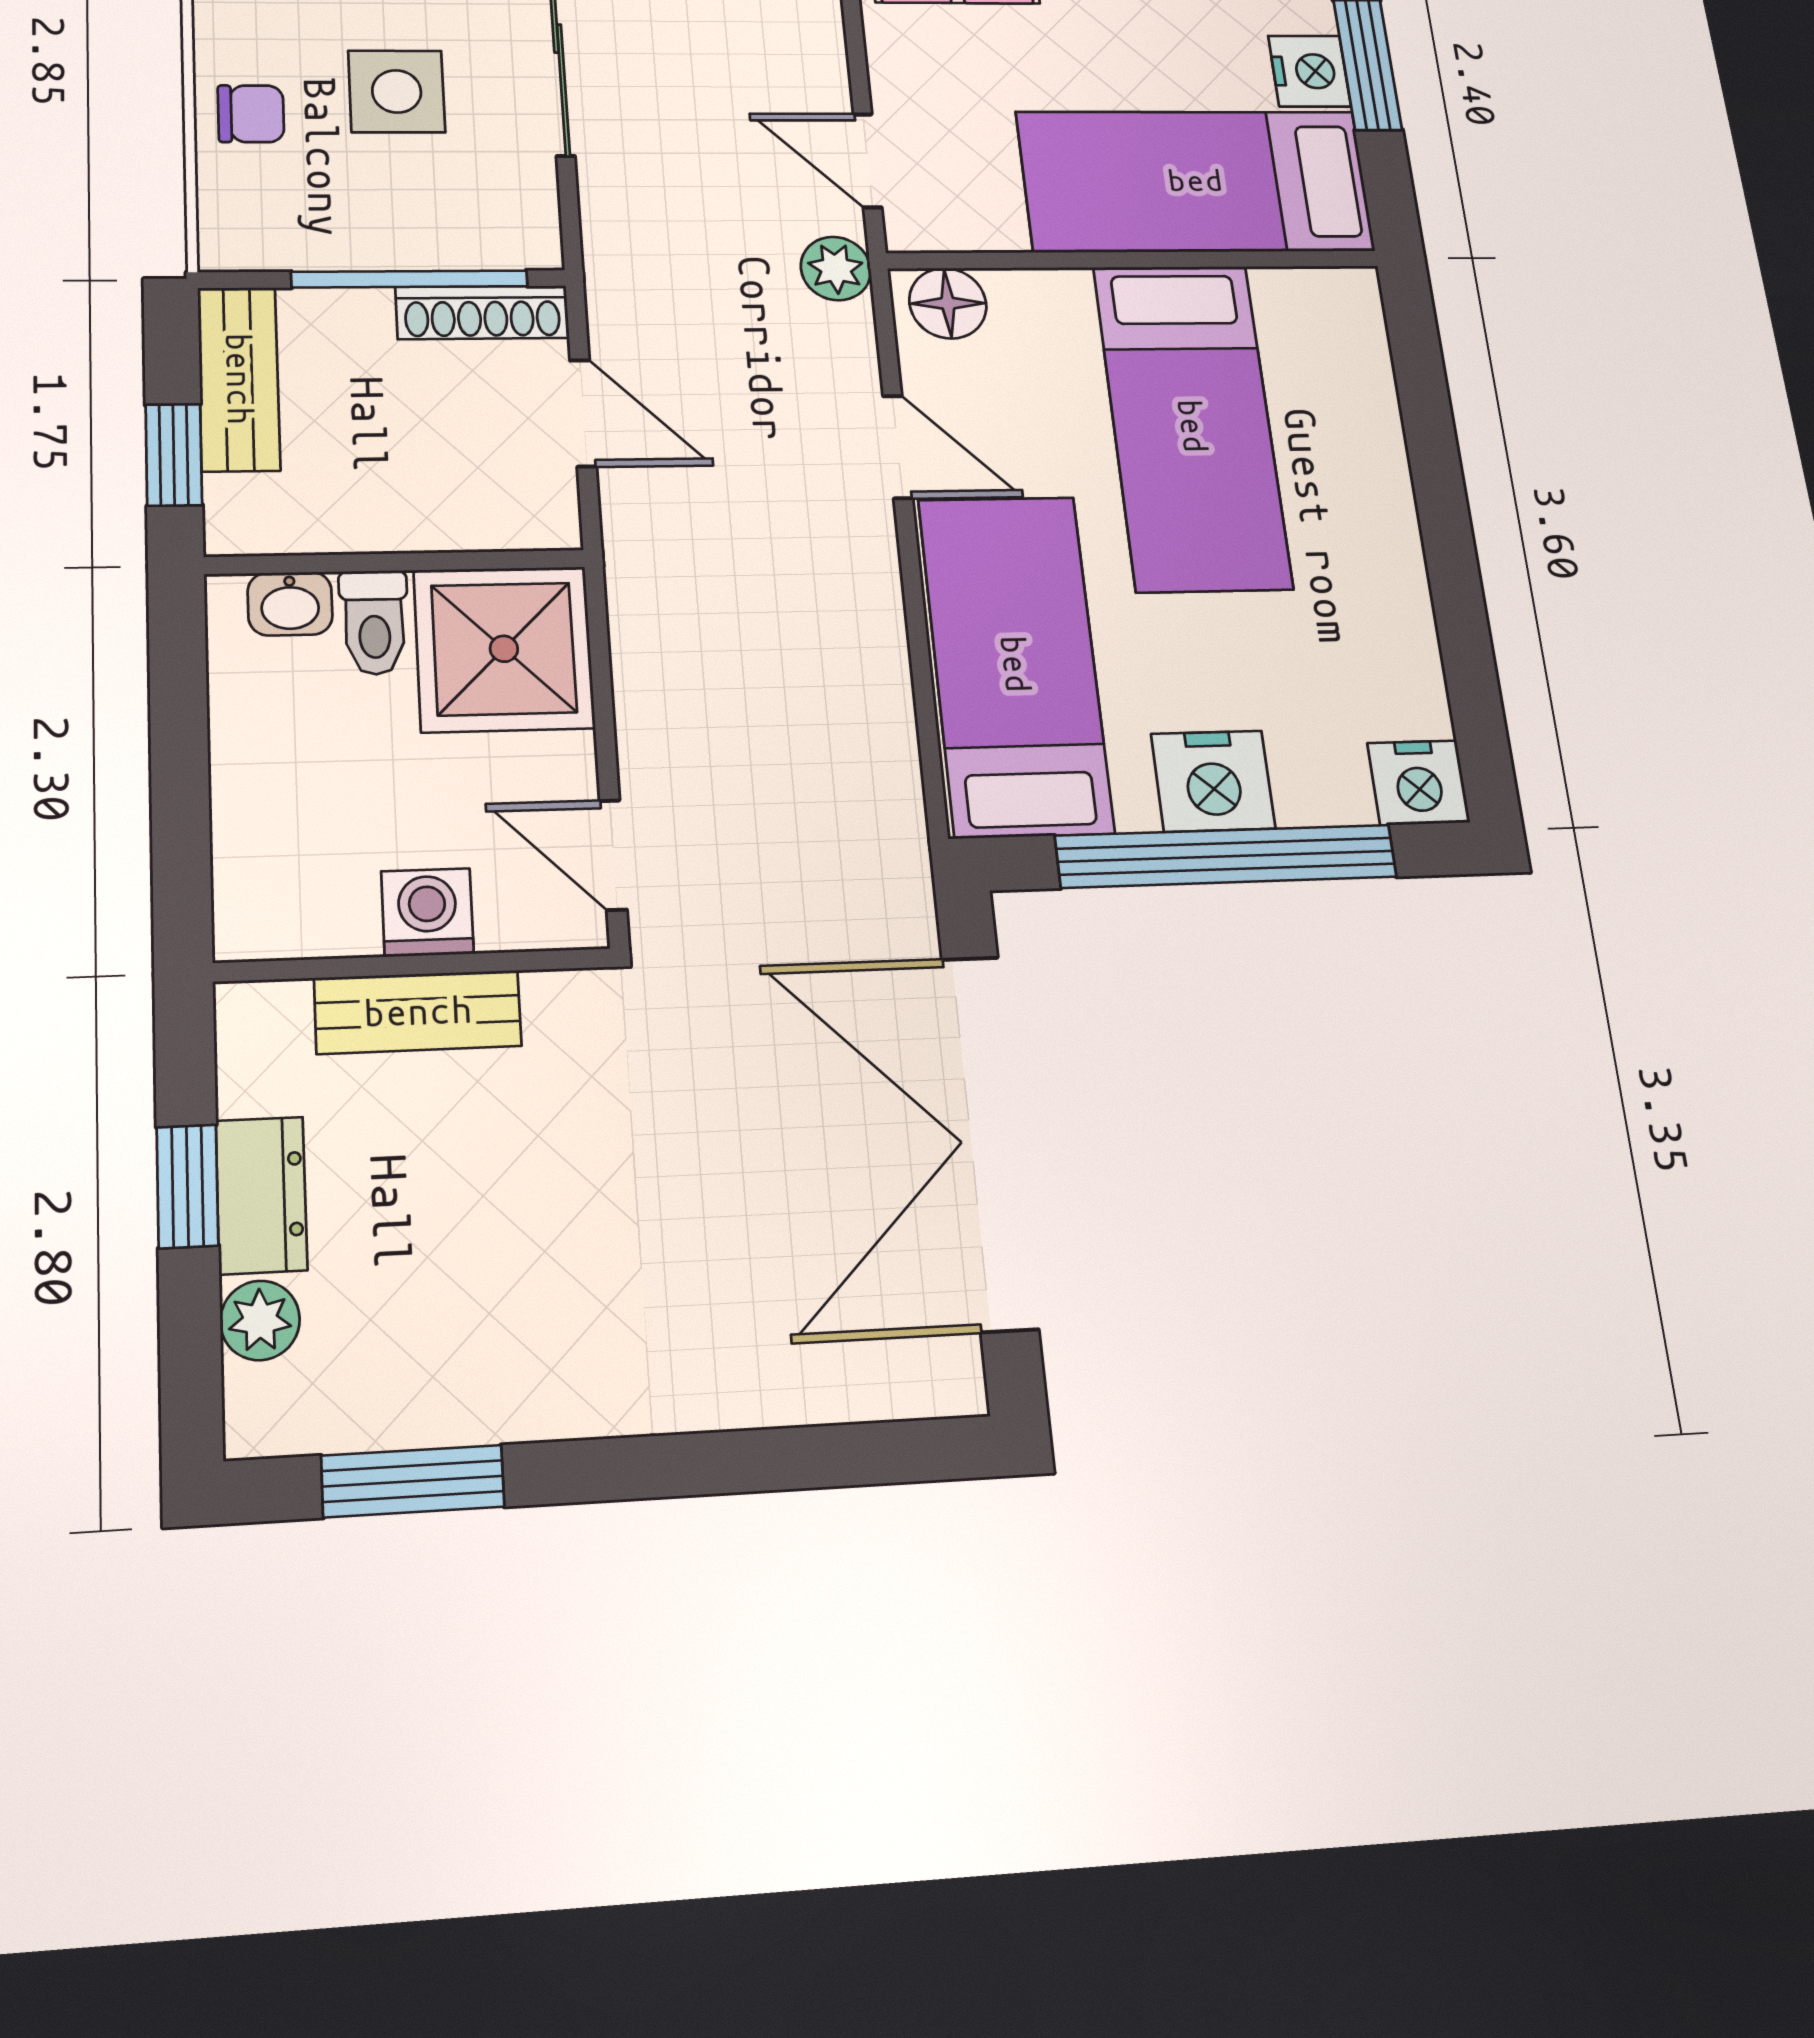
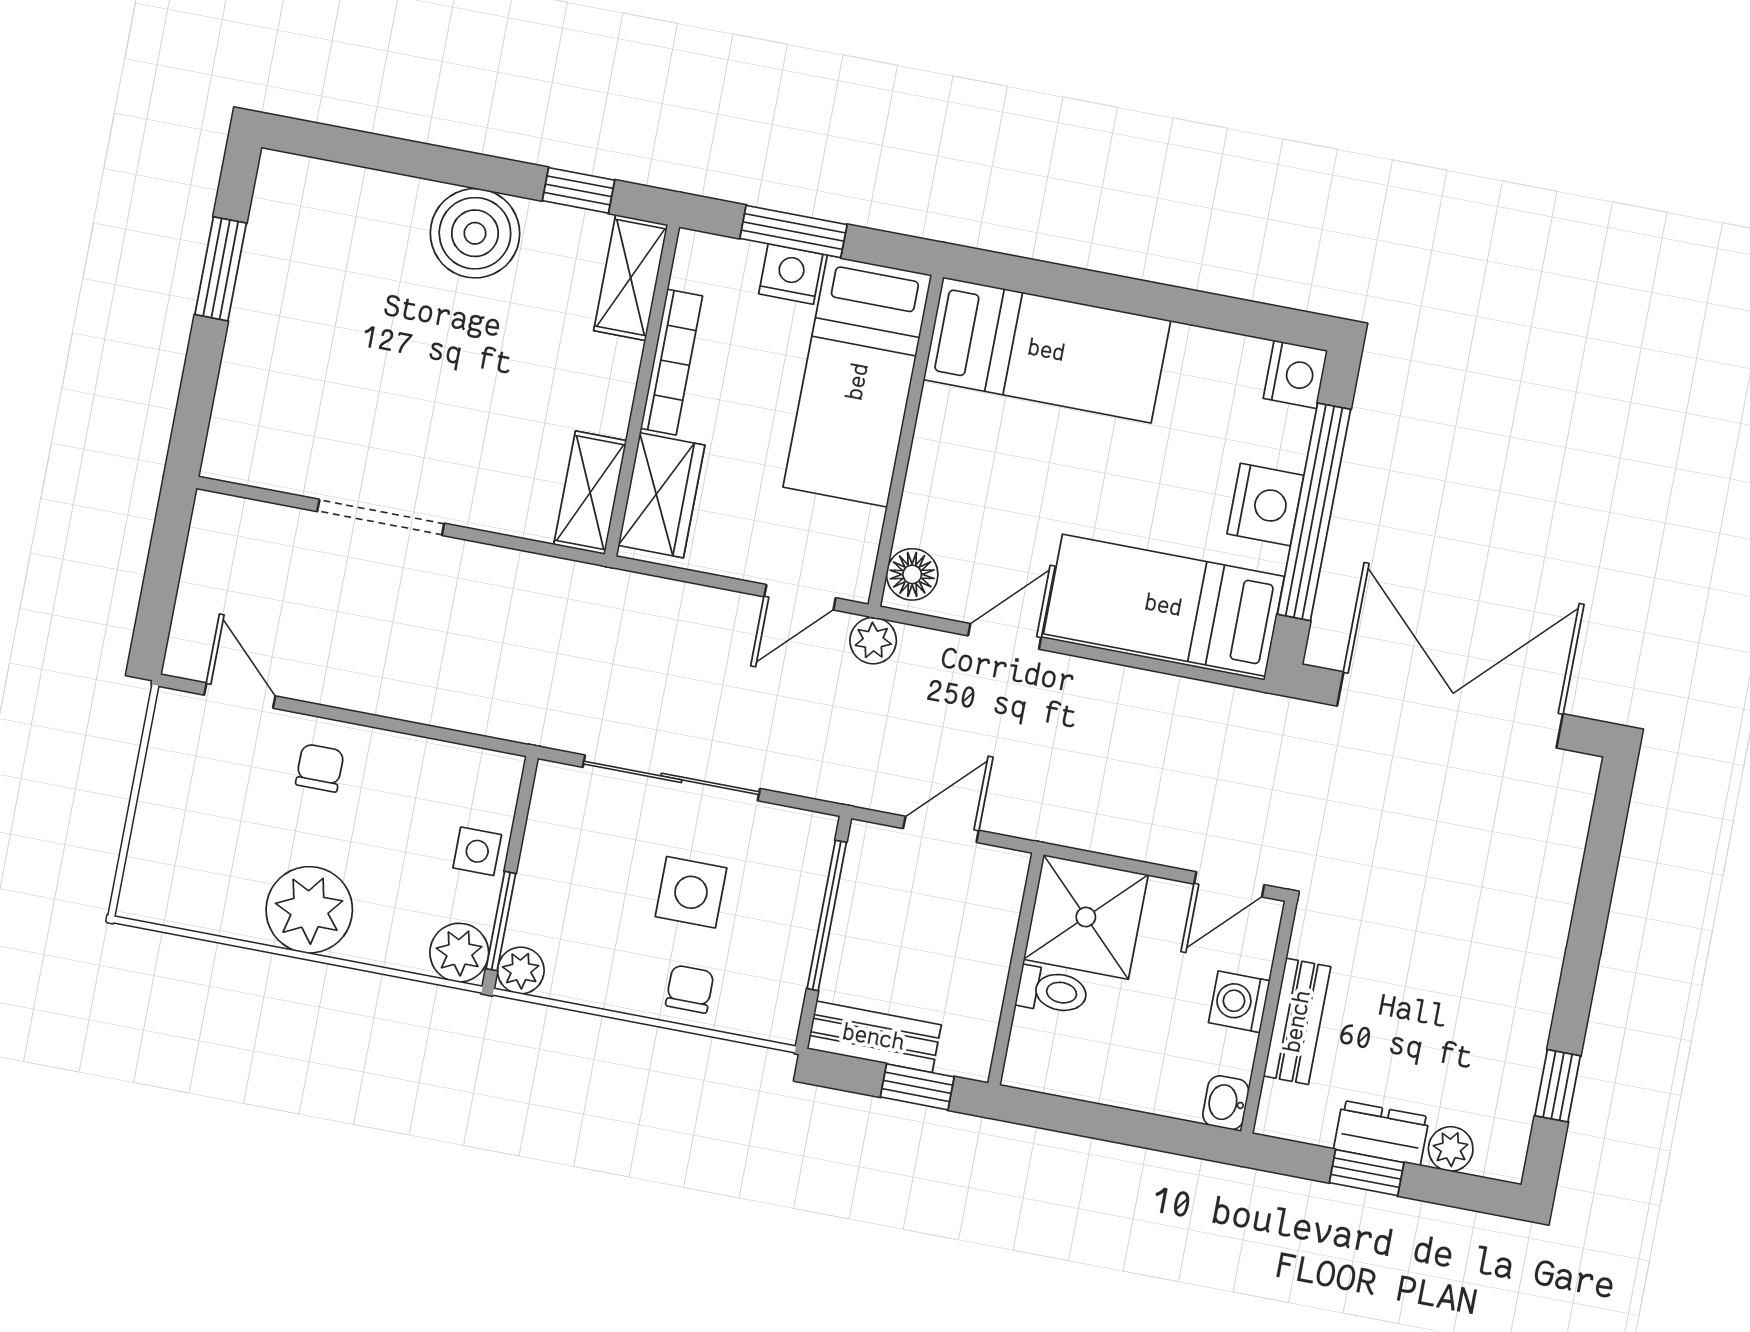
shoe rack: (482, 312) -> (859, 875), removed
bed: (1192, 426) -> (1047, 350), moved
washbasin: (290, 604) -> (1226, 1103), moved, turned 180
double door: (989, 1141) -> (1450, 710), swing flipped
window: (413, 1481) -> (1558, 1086), width x0.67

